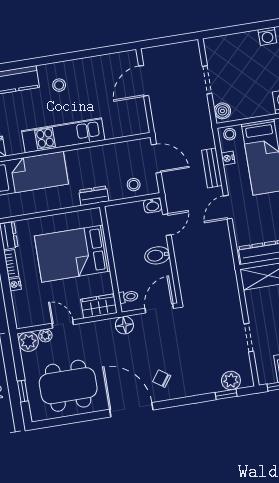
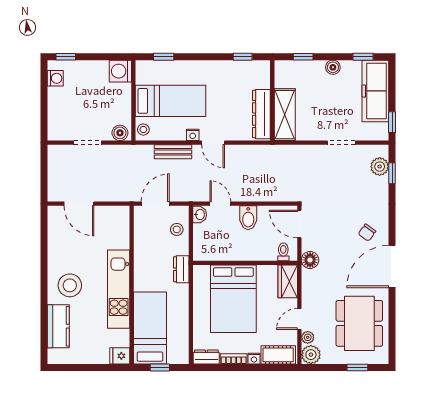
stool: (59, 85) -> (70, 285), width x1.89, depth x1.89
nightstand: (228, 158) -> (193, 135), moved
cot: (23, 308) -> (278, 355), added

